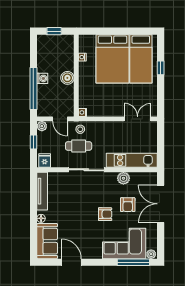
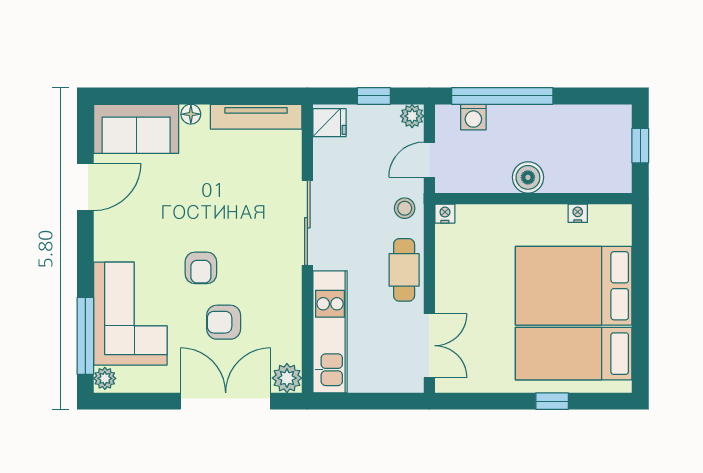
washing machine: (42, 78) -> (473, 117), moved
cafe table: (79, 146) -> (404, 270), moved
plant: (123, 178) -> (287, 378), moved

